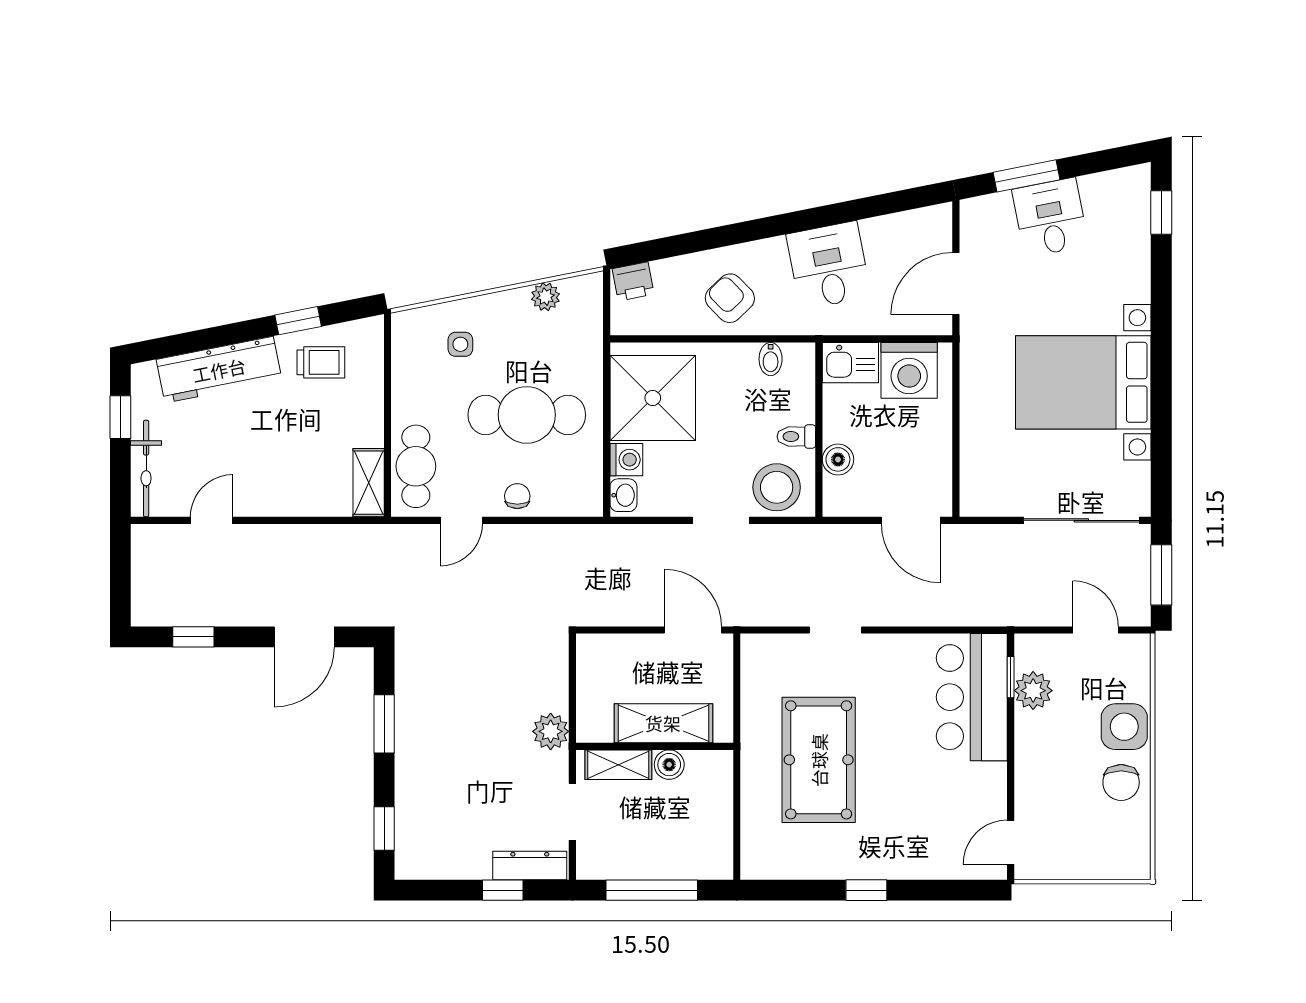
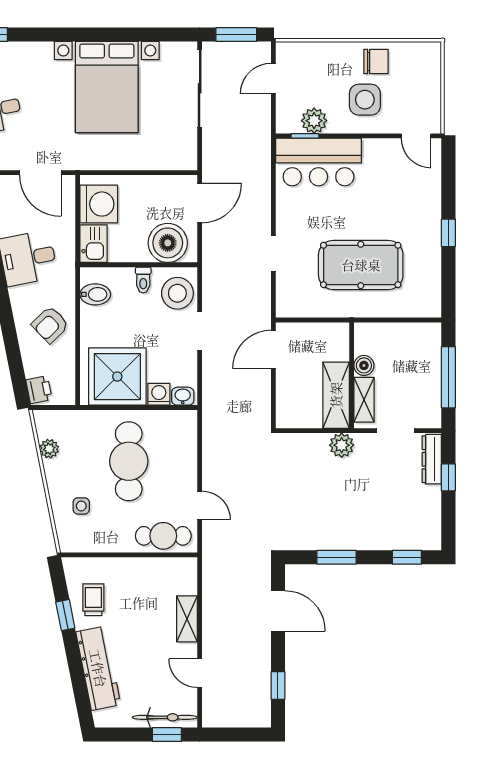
bidet: (771, 359) -> (95, 294), width x1.38, depth x1.36
window: (120, 417) -> (167, 735), moved
boiler: (838, 459) -> (168, 243), width x1.86, depth x1.86
shelving: (369, 483) -> (187, 619), moved, turned 90
chair: (517, 496) -> (183, 468), removed
shelving: (663, 723) -> (336, 395), moved
side table: (1124, 727) -> (365, 100), moved

